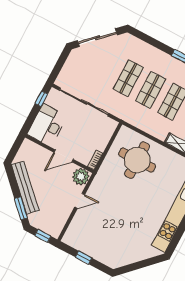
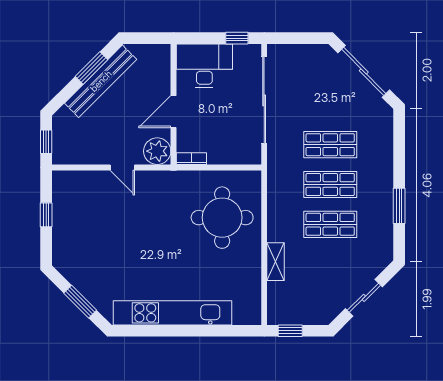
door: (64, 156) -> (174, 112), hinge flipped
window: (21, 208) -> (91, 68), moved
window: (142, 264) -> (80, 302), added

